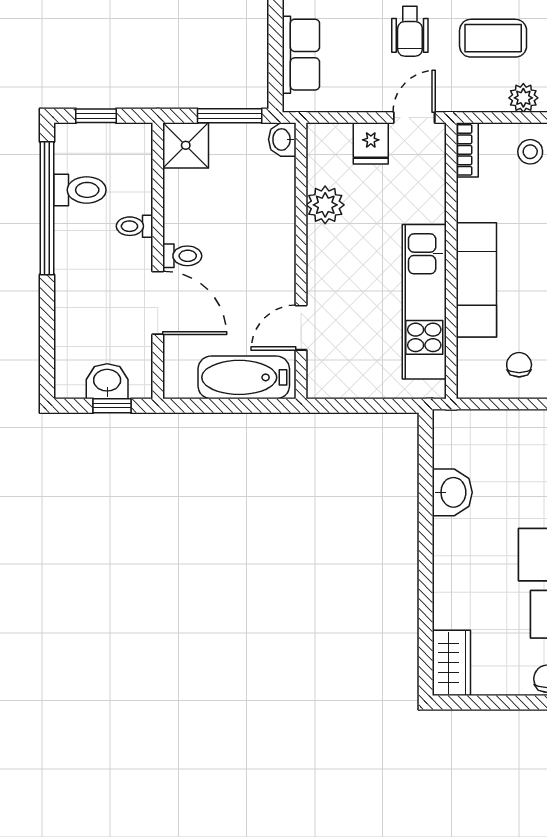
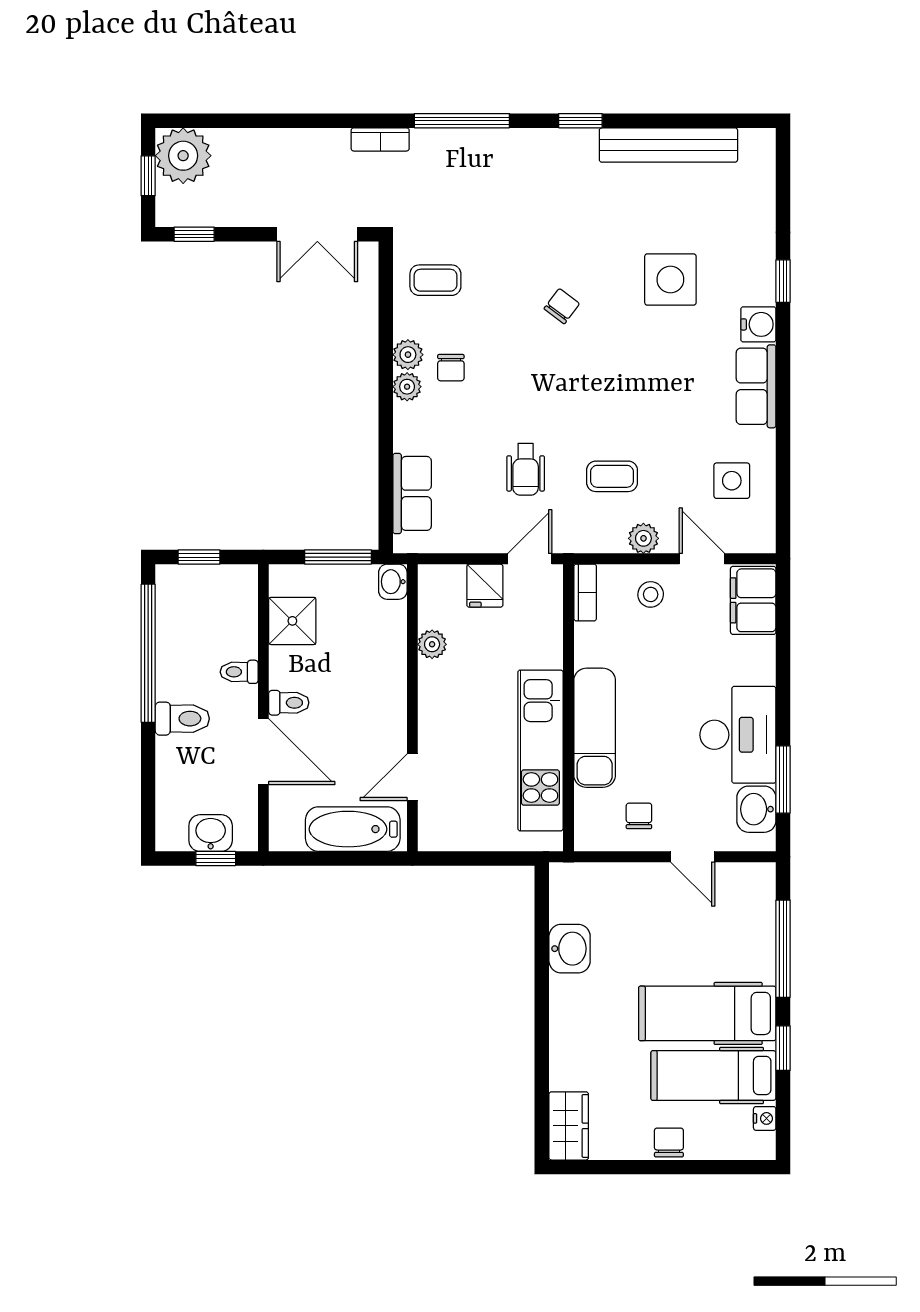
coffee table: (493, 38) -> (612, 476), width x0.73, depth x0.77
shower: (186, 145) -> (292, 621), moved
toilet: (80, 190) -> (182, 719), moved
plant: (325, 205) -> (432, 644), width x0.73, depth x0.73

